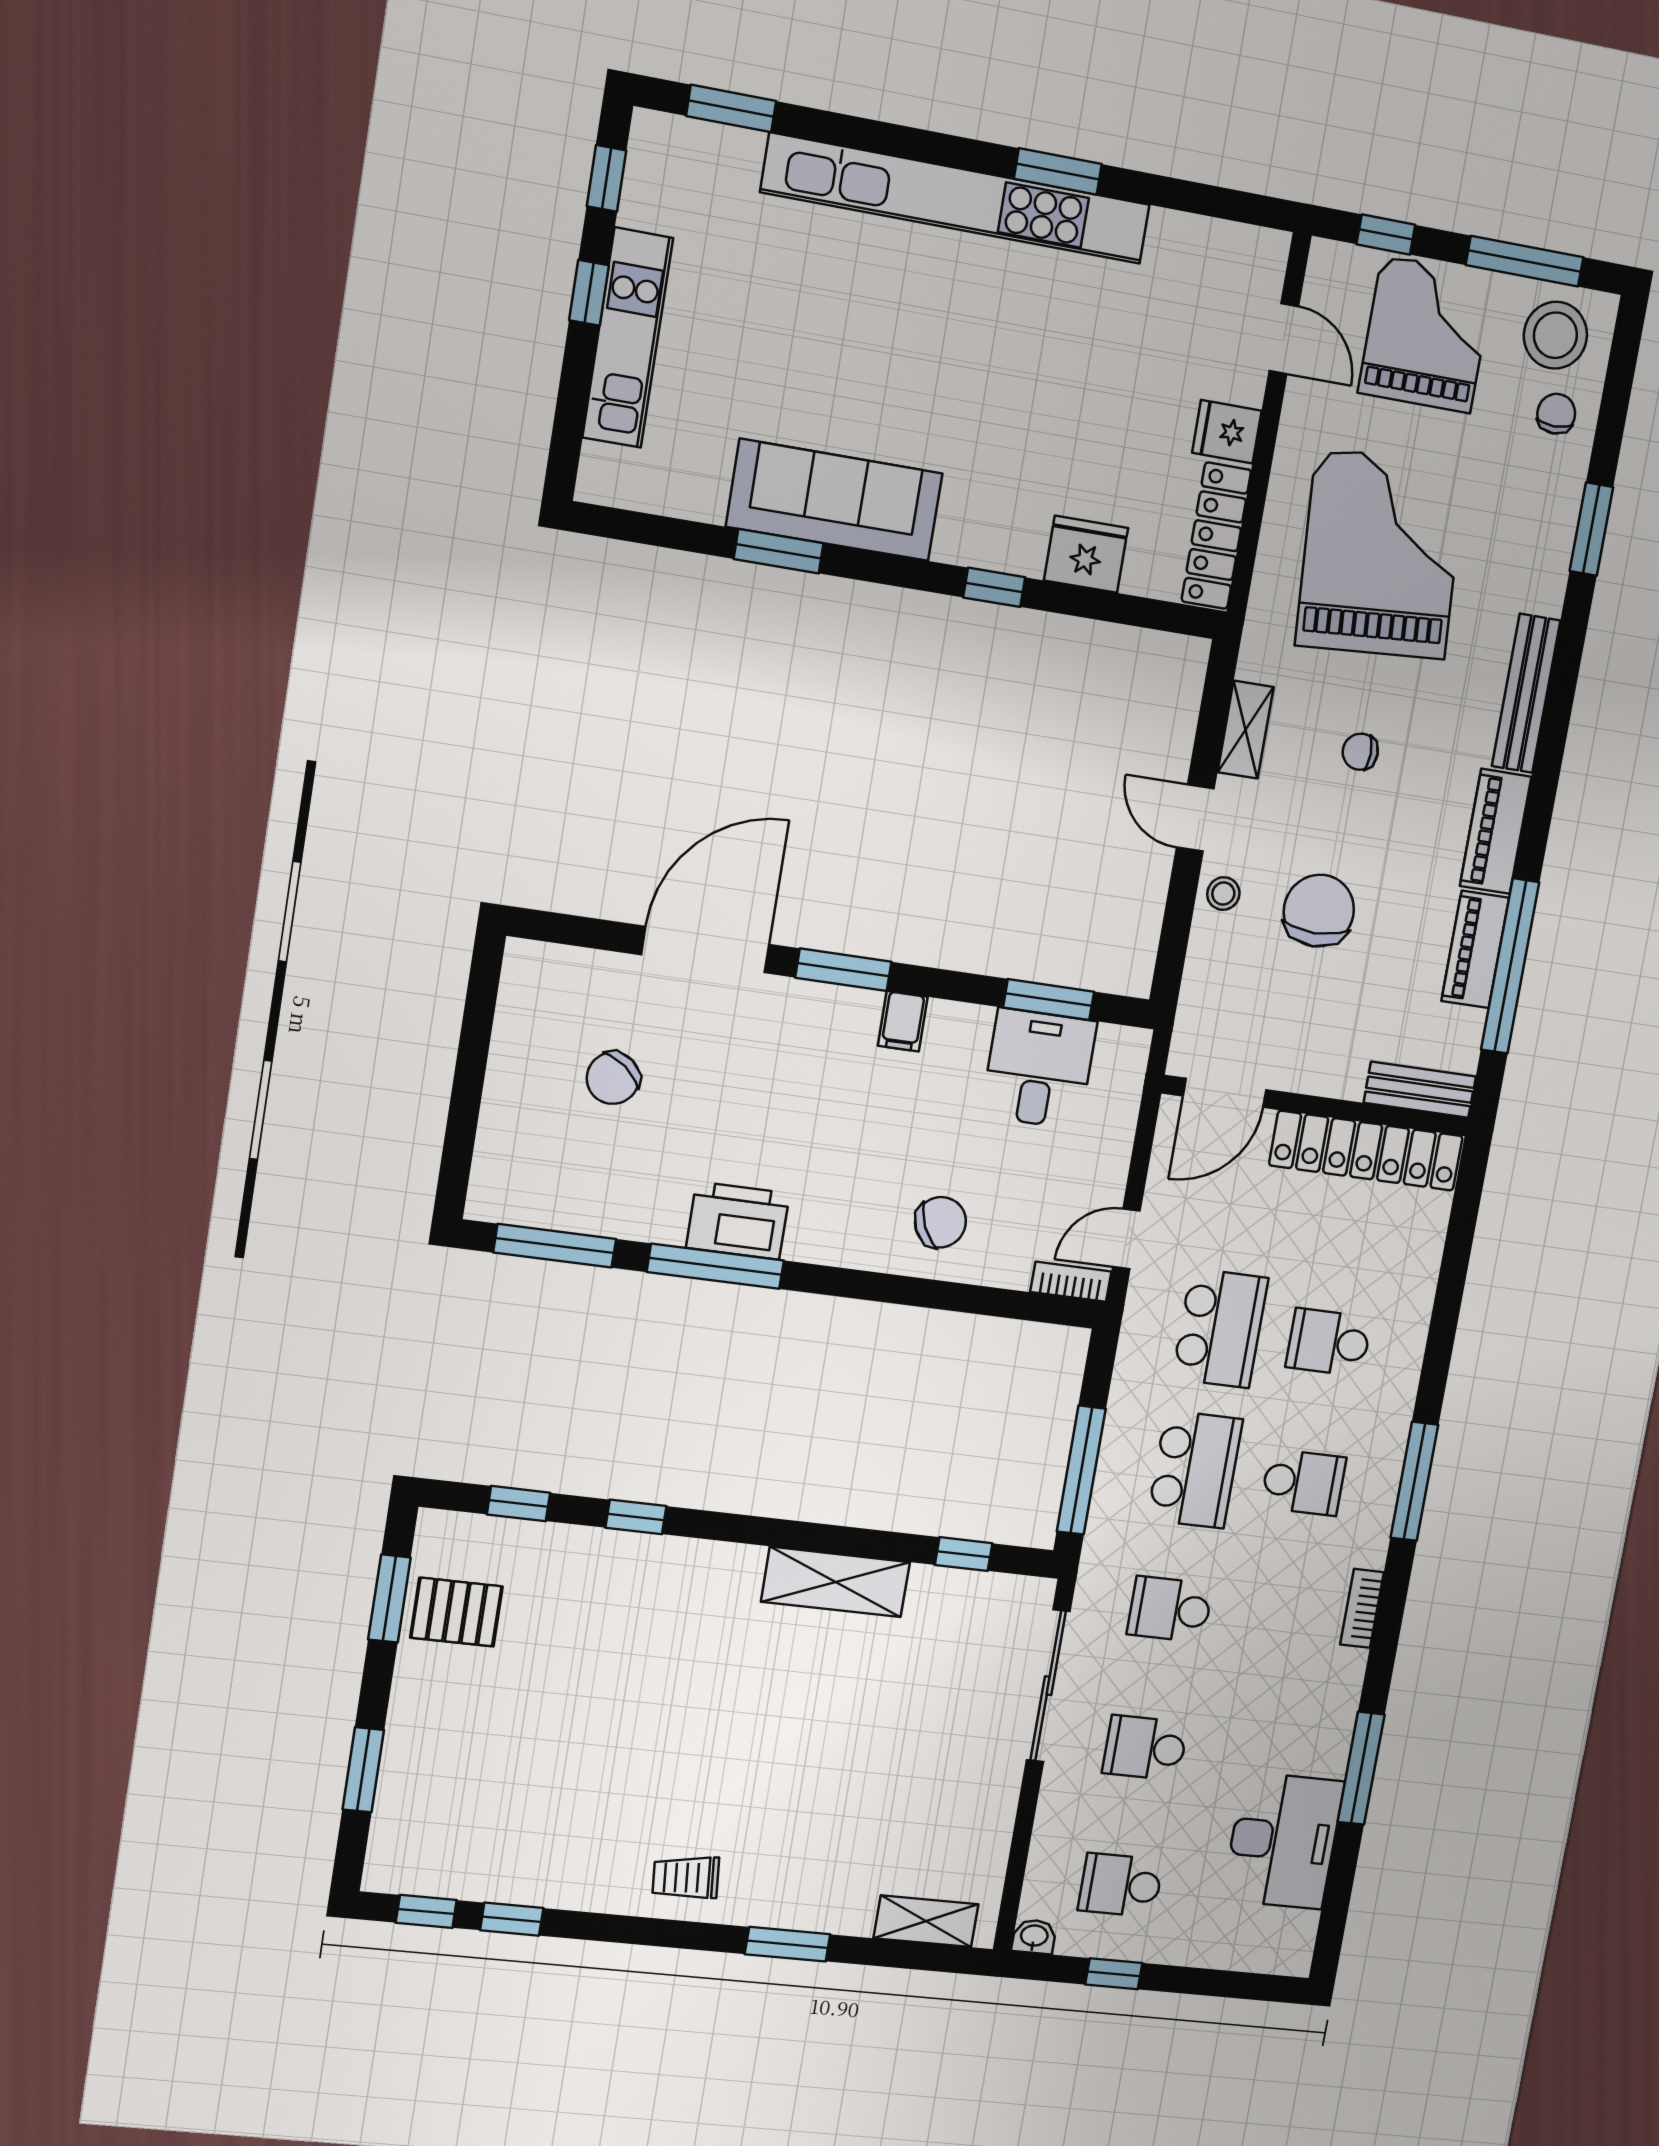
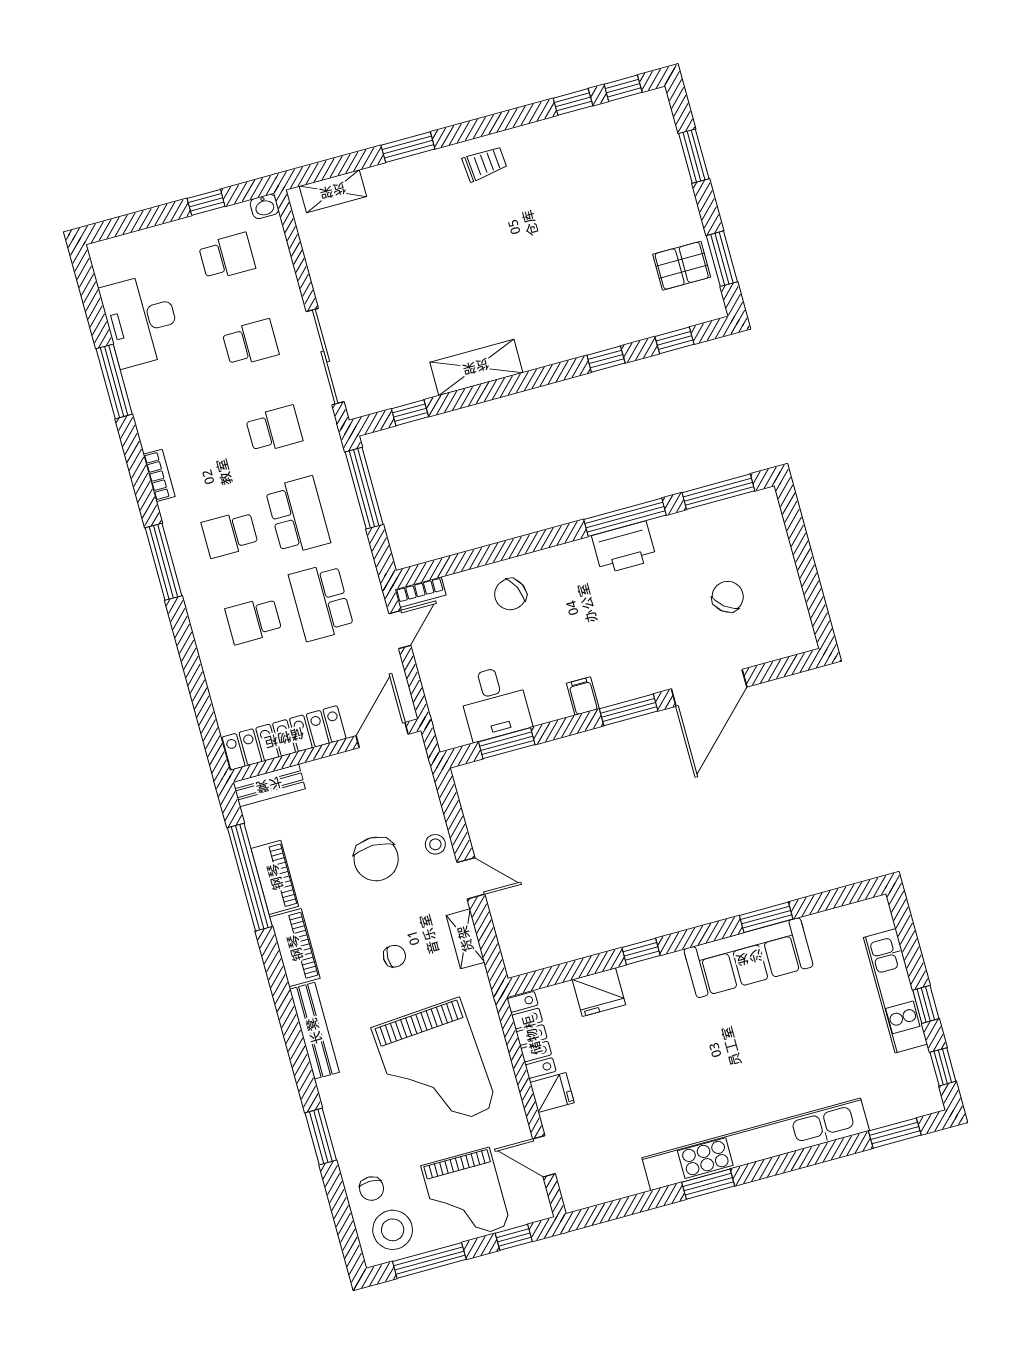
school desk: (1329, 1342) -> (253, 620), turned 180
school desk: (1195, 1469) -> (298, 516), turned 180

